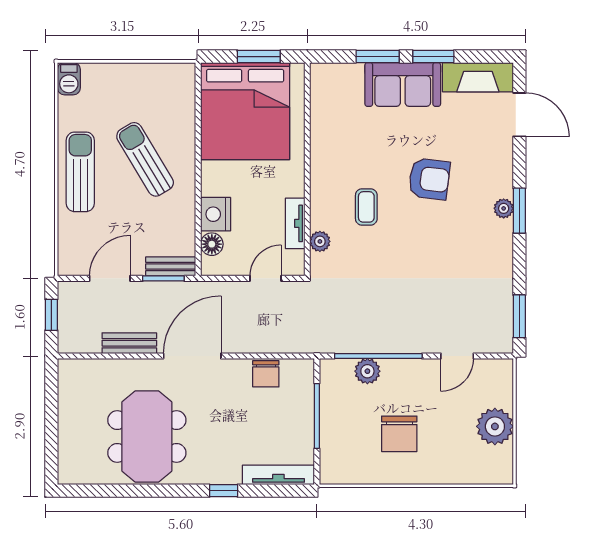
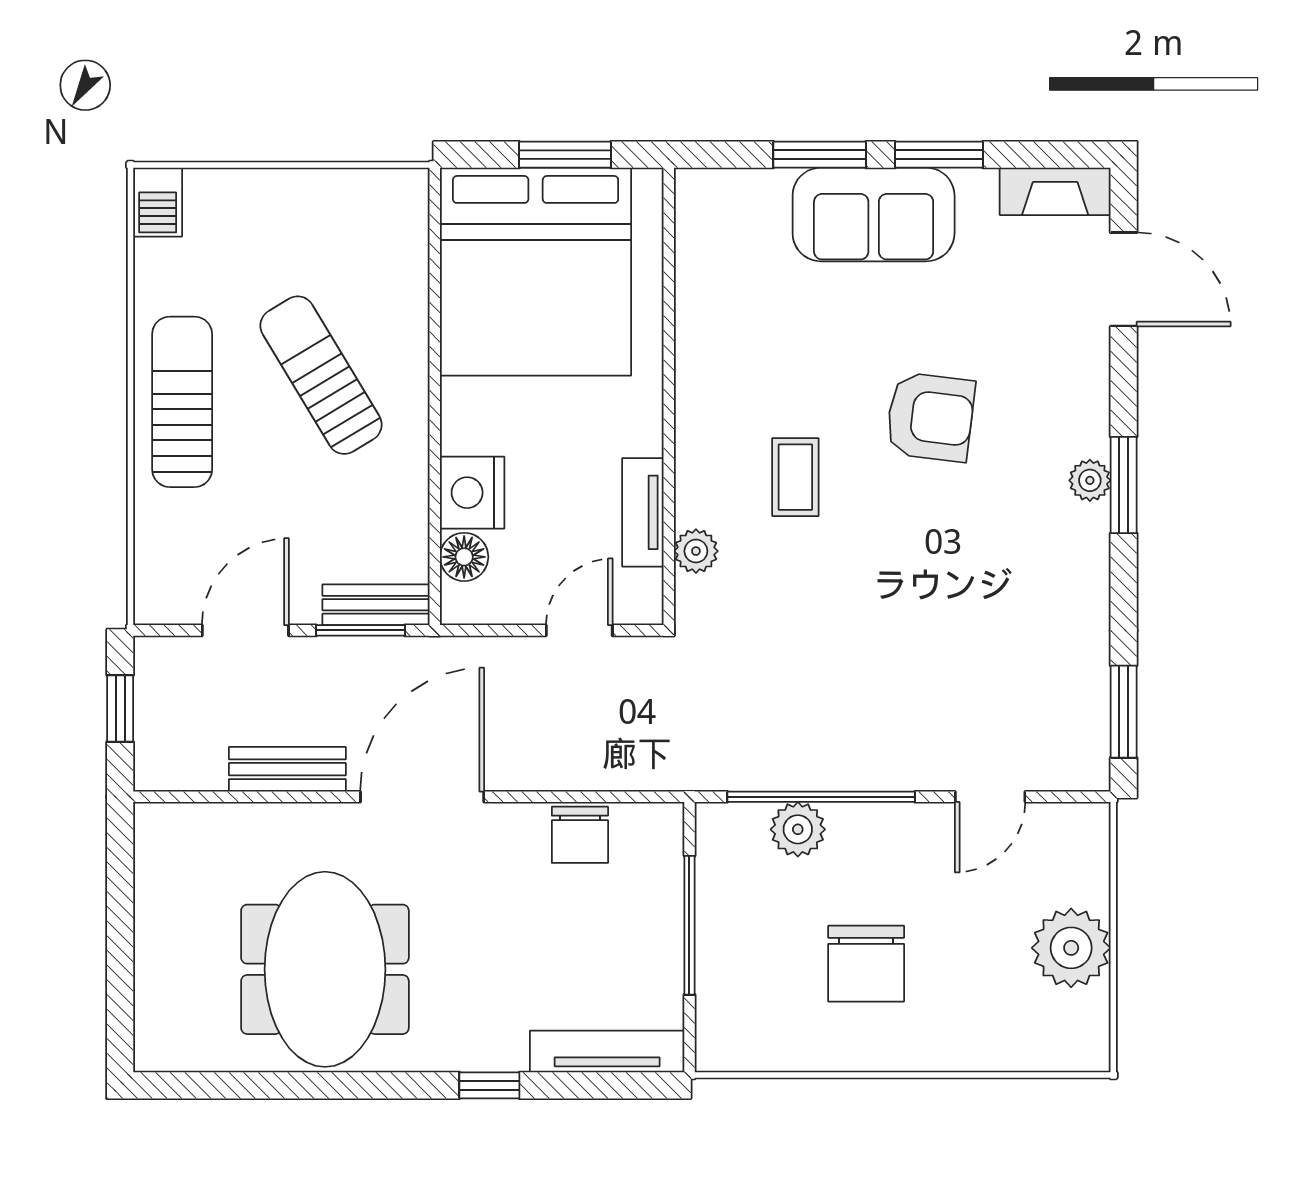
fireplace: (478, 77) -> (1055, 191), width x0.73, depth x0.76

